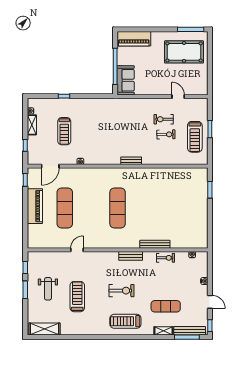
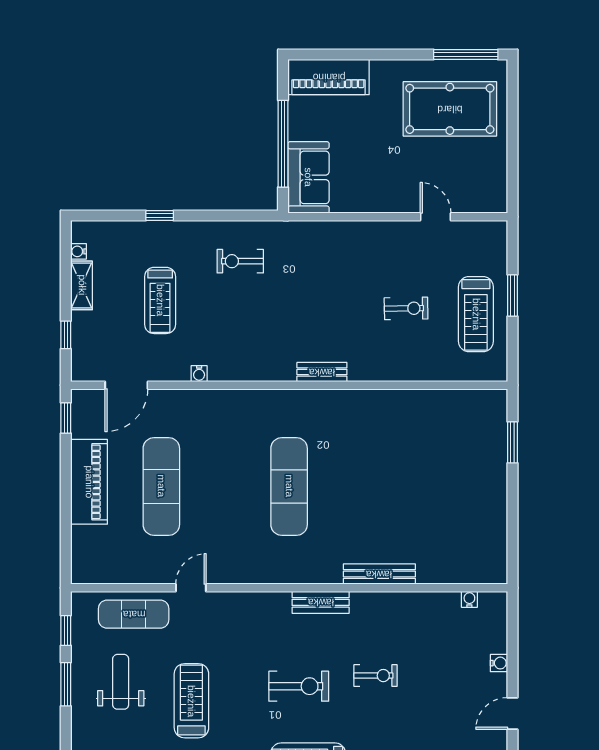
exercise bike: (164, 119) -> (240, 261), moved
exercise bike: (166, 258) -> (376, 676), moved
weight bench: (48, 289) -> (121, 682), turned 180
door: (210, 302) -> (512, 713), swing flipped
exercise mat: (166, 306) -> (134, 614), moved

